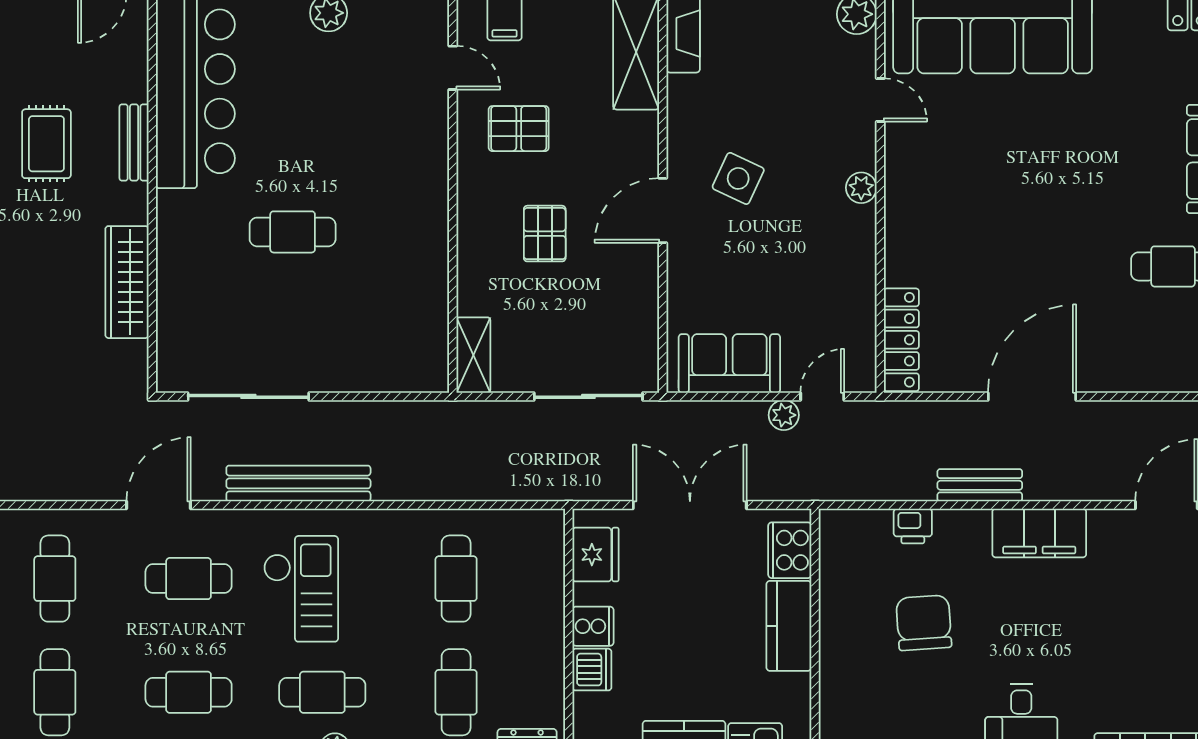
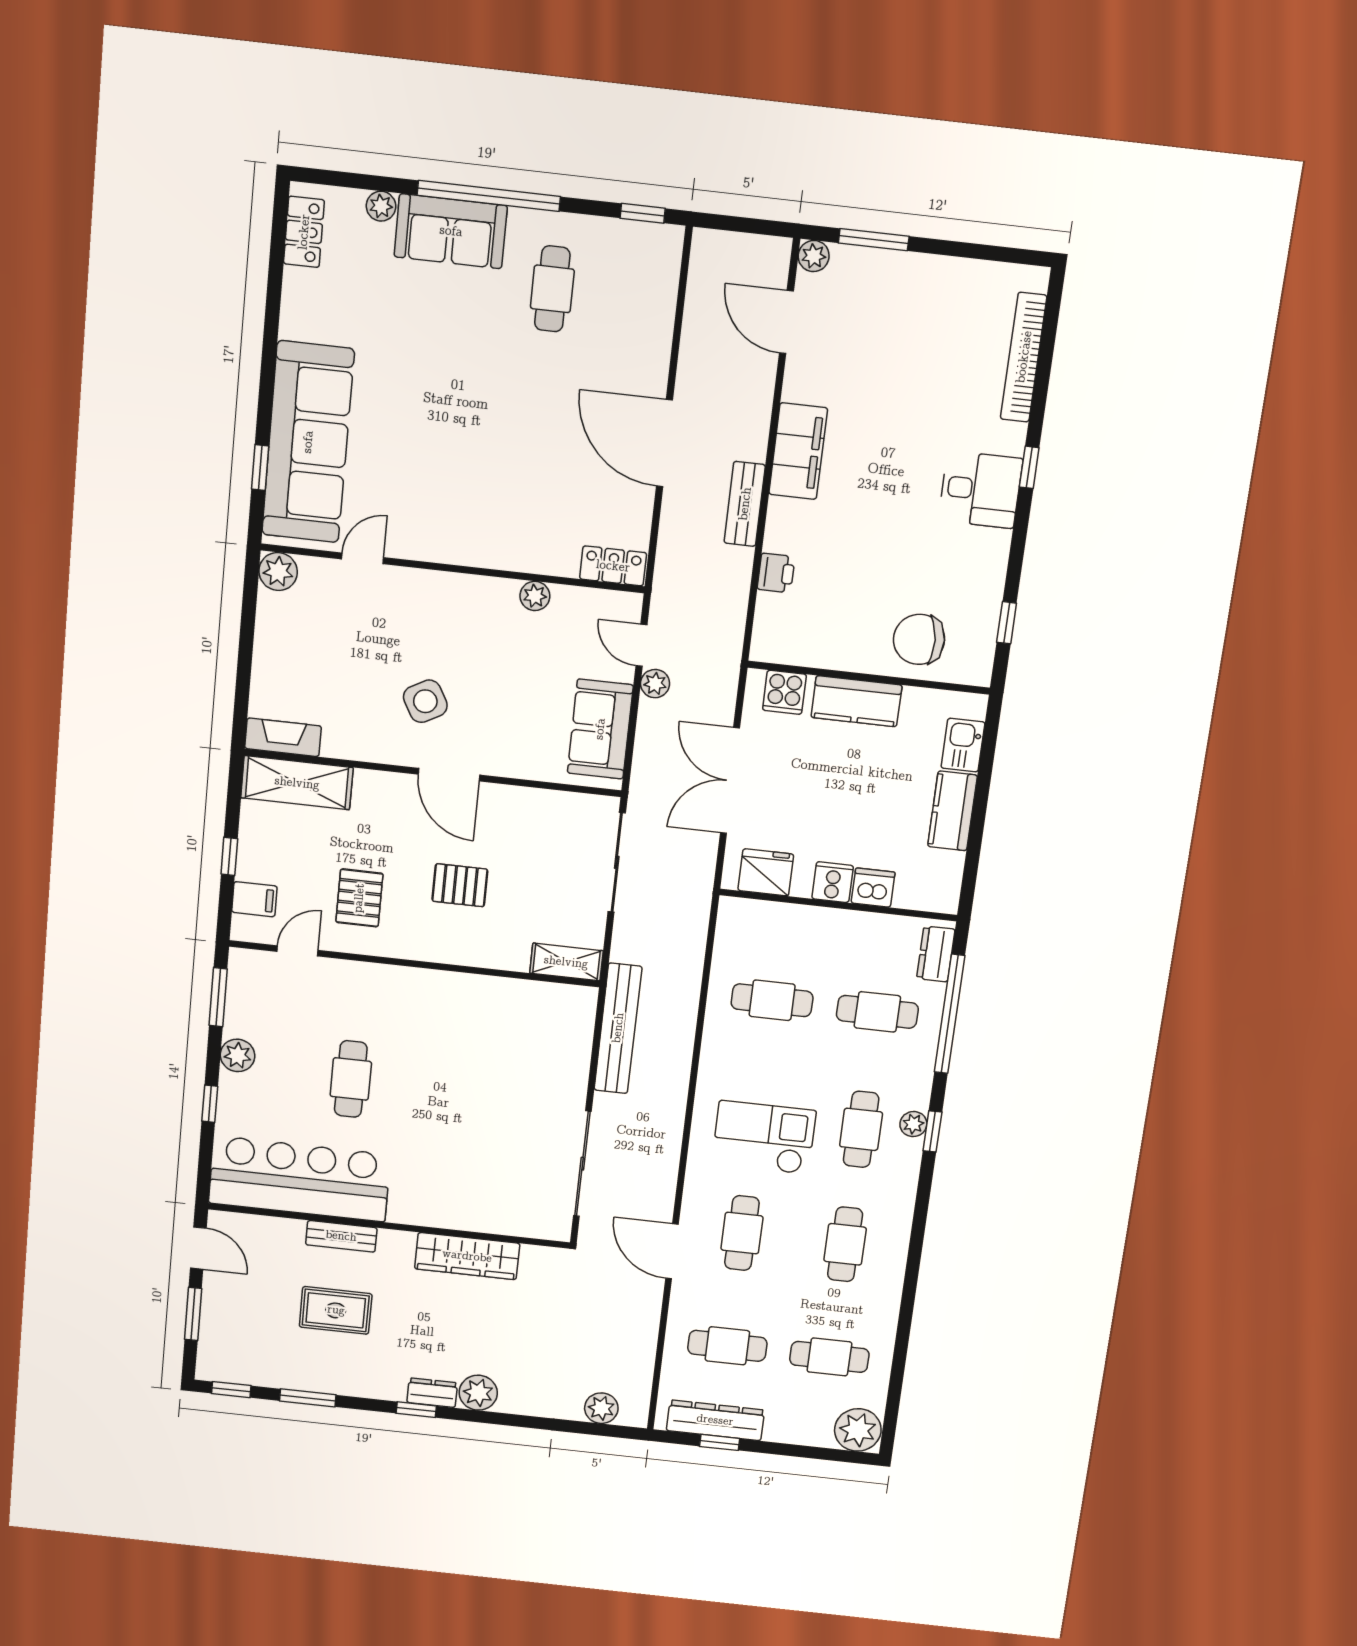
side table: (738, 178) -> (425, 701), turned 36
plant: (861, 188) -> (535, 596), moved
cafe table: (293, 232) -> (351, 1079), moved
locker: (901, 340) -> (613, 566), width x0.66
bench: (298, 483) -> (618, 1028), moved
cooker: (790, 550) -> (785, 692), width x0.73
chair: (924, 623) -> (919, 639), moved

